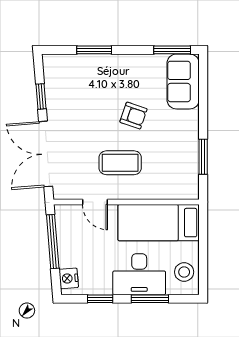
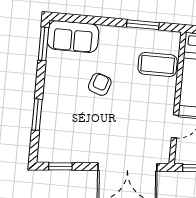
window: (41, 96) -> (60, 166), moved
coffee table: (120, 163) -> (158, 65), moved, turned 90

